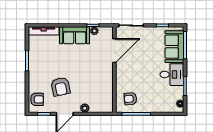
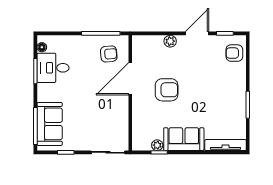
door: (114, 51) -> (130, 79), moved
desk: (172, 75) -> (53, 68), moved
armchair: (61, 87) -> (167, 90), moved, turned 102

